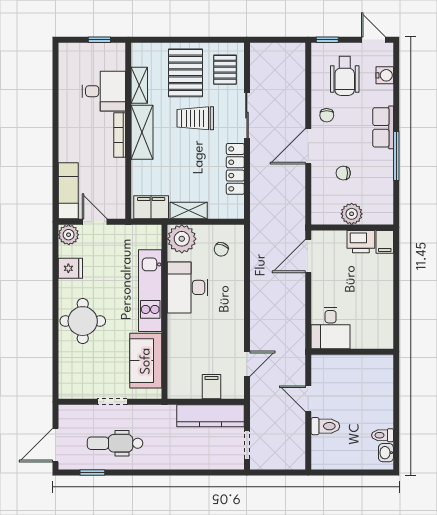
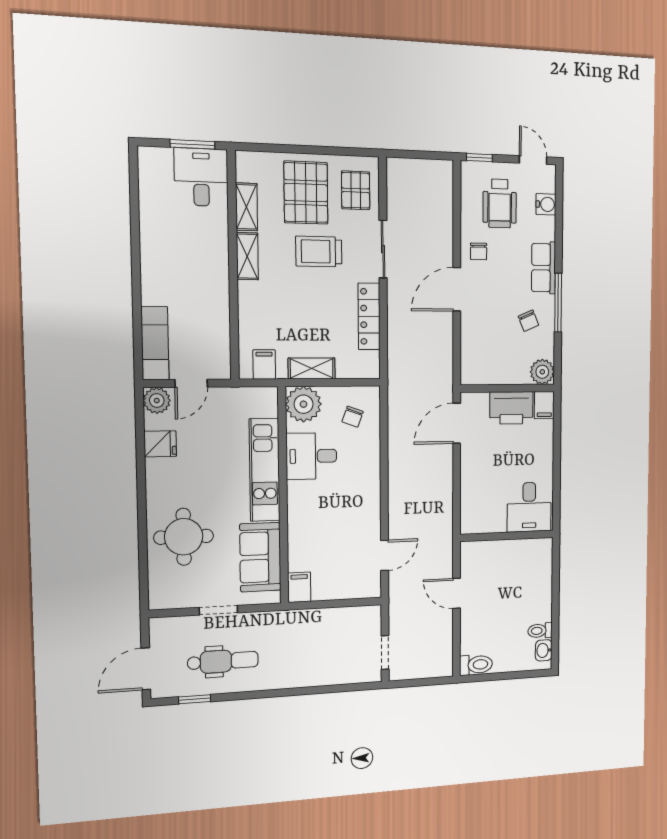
window: (99, 40) -> (193, 144), width x1.50
desk: (104, 91) -> (201, 177), moved, turned -90
shelving: (142, 132) -> (247, 256), width x0.67, depth x0.75
bookcase: (120, 135) -> (222, 271), removed
chair: (343, 173) -> (528, 321), moved, turned -113
filing cabinet: (151, 207) -> (264, 364), width x0.50
plant: (352, 214) -> (542, 372), moved
door: (95, 222) -> (191, 383), swing flipped
printer: (361, 242) -> (511, 408), width x1.37, depth x1.19
desk: (188, 287) -> (311, 456), width x0.73
round table: (83, 321) -> (184, 537), moved
desk: (331, 328) -> (529, 507), moved
filing cabinet: (212, 387) -> (299, 587), moved
kitchen counter: (210, 416) -> (341, 620), removed
toilet: (325, 426) -> (476, 665), moved
dental chair: (115, 443) -> (223, 661), turned 180

